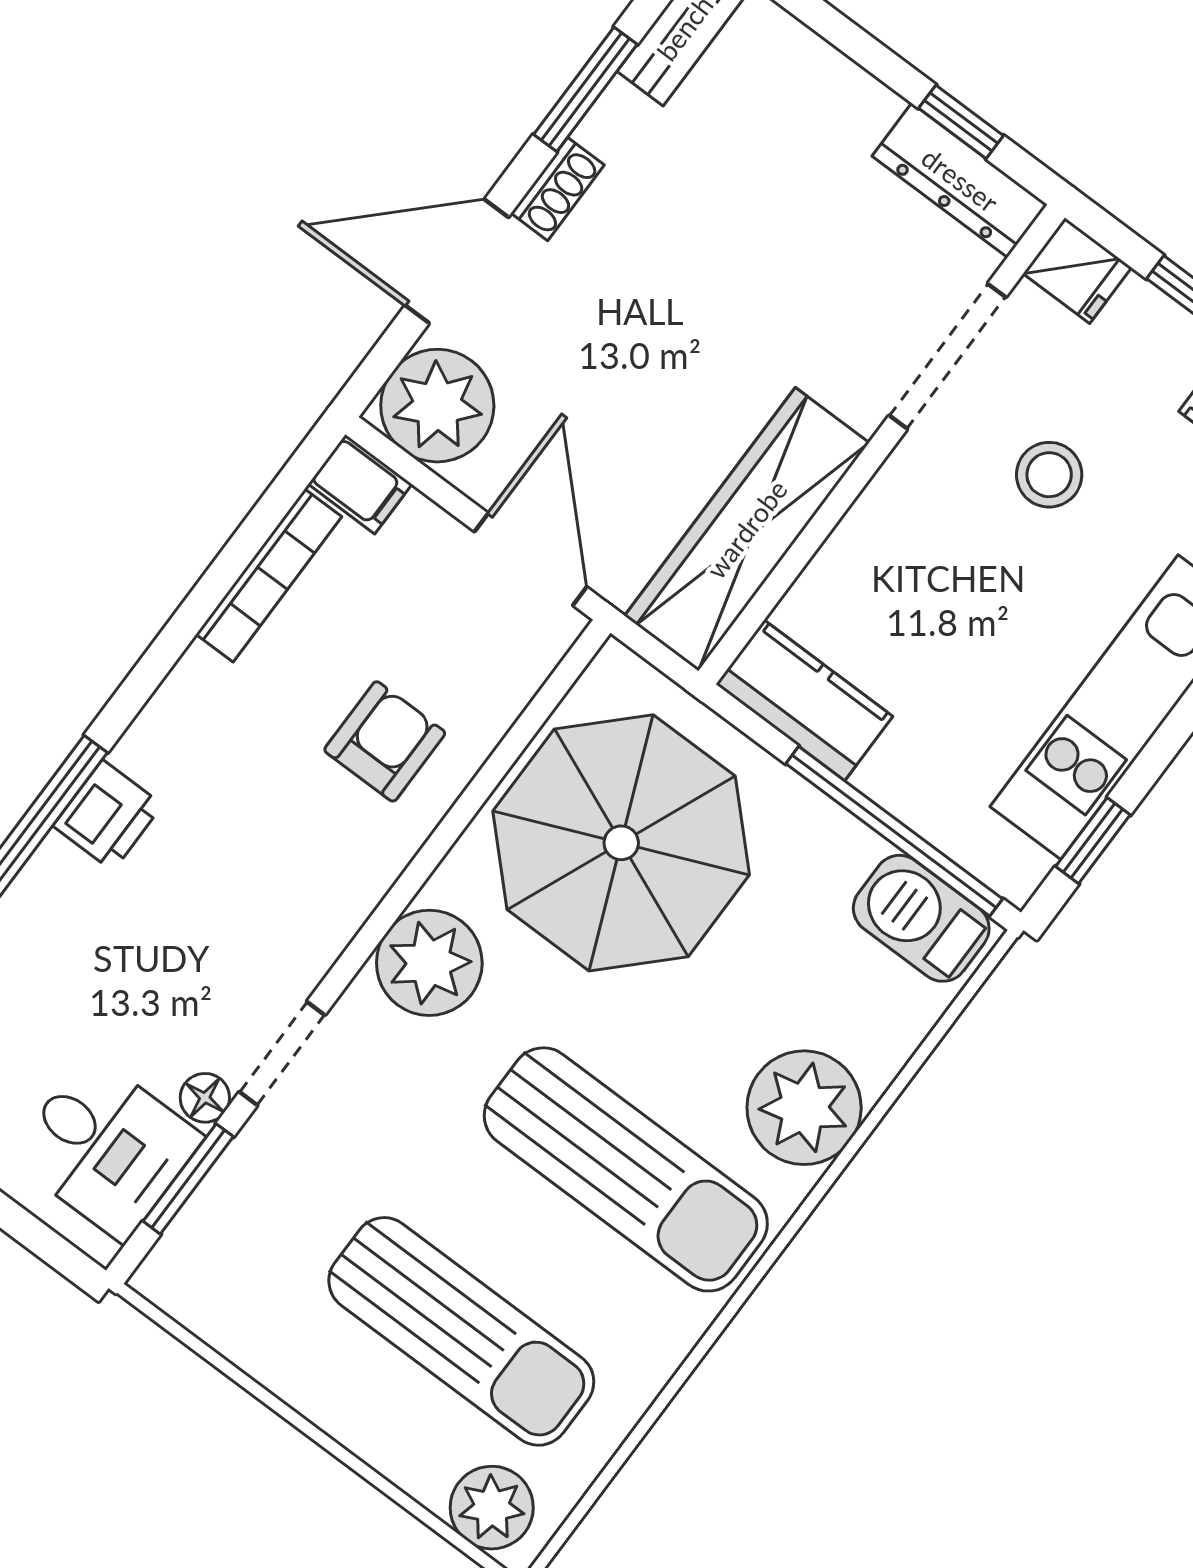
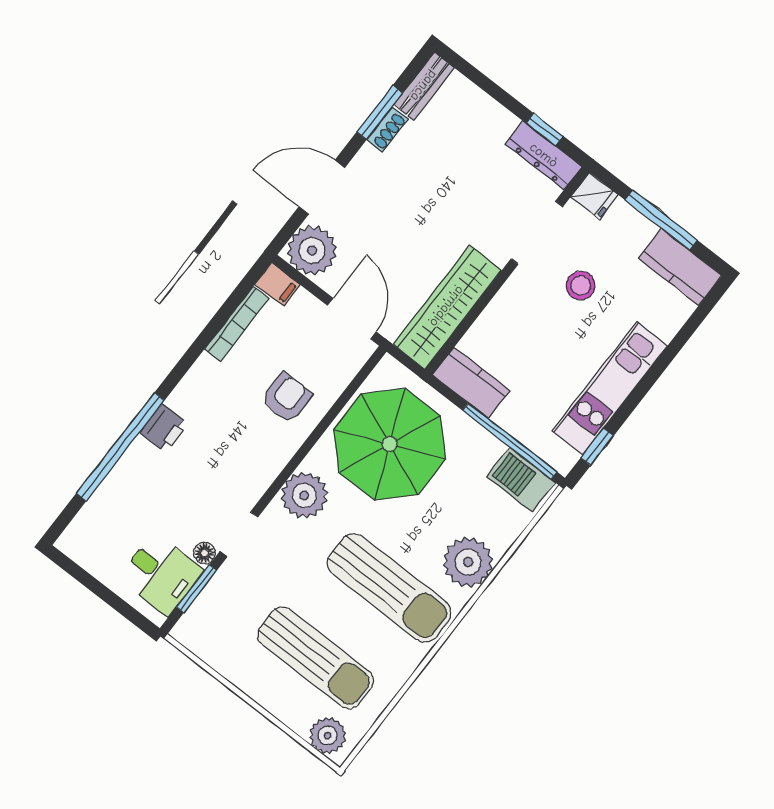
shoe rack: (558, 189) -> (387, 129), moved

